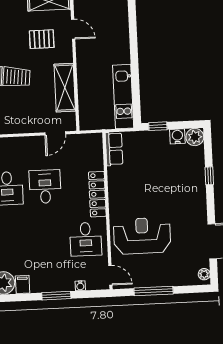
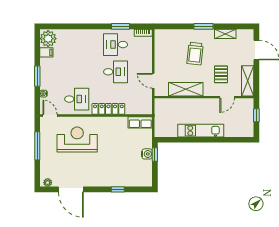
kitchen unit: (123, 97) -> (201, 131), moved
water cooler: (177, 136) -> (147, 154), moved
plant: (195, 137) -> (146, 180), removed
reception desk: (142, 236) -> (77, 139), turned -90
desk: (86, 239) -> (77, 99), turned 180
door: (110, 275) -> (50, 115), swing flipped

